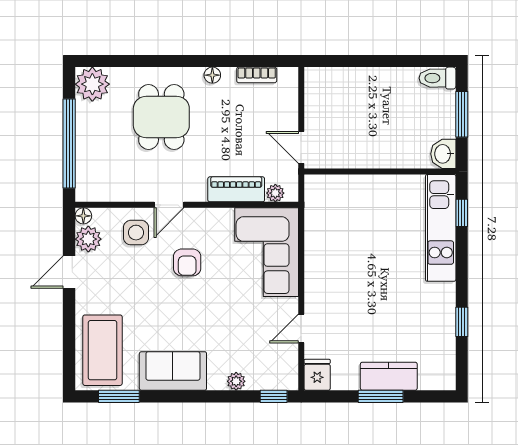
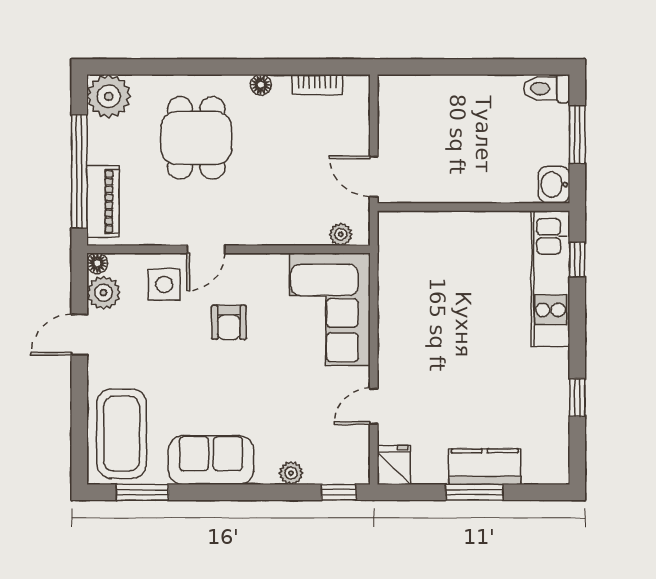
piano: (236, 189) -> (103, 201), moved, turned 90

